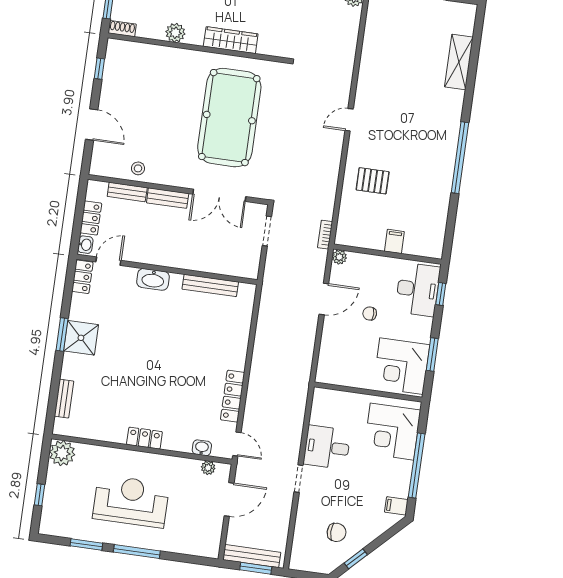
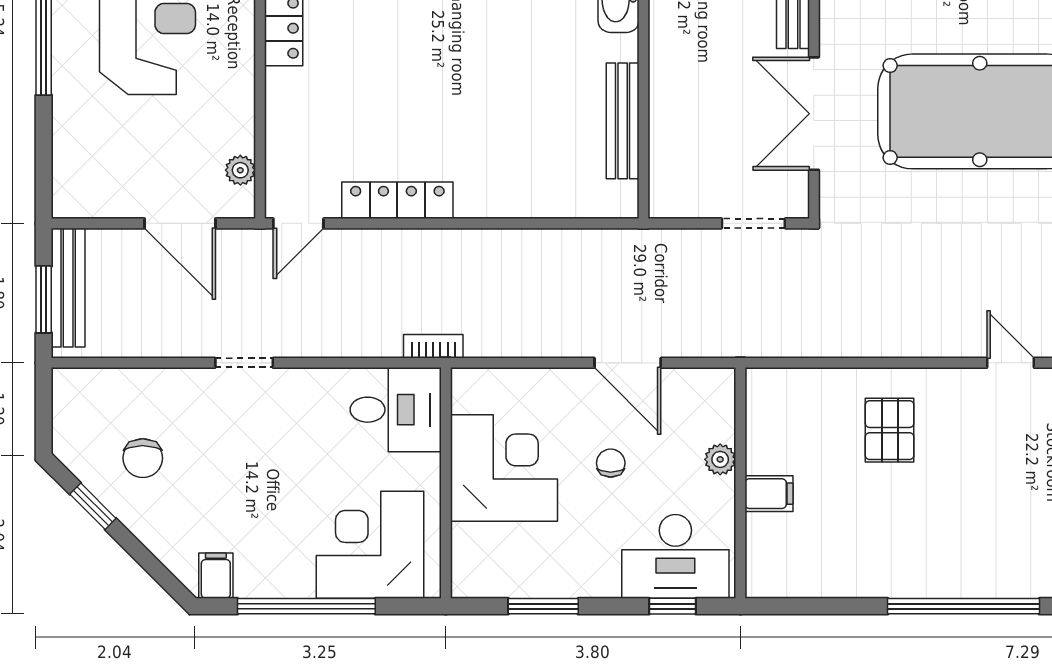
bookcase: (325, 235) -> (433, 346), moved
plant: (339, 257) -> (720, 459), moved
corner desk: (401, 366) -> (504, 468), moved, turned 90
desk: (327, 447) -> (396, 410), moved, turned 90
washbasin: (202, 448) -> (280, 151), removed

